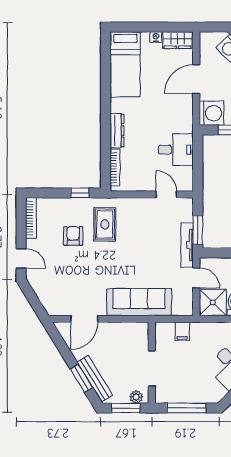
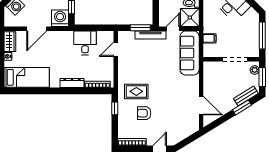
door: (196, 79) -> (37, 29), hinge flipped
sofa: (139, 302) -> (190, 53), moved
bench: (95, 379) -> (246, 96), width x0.73

